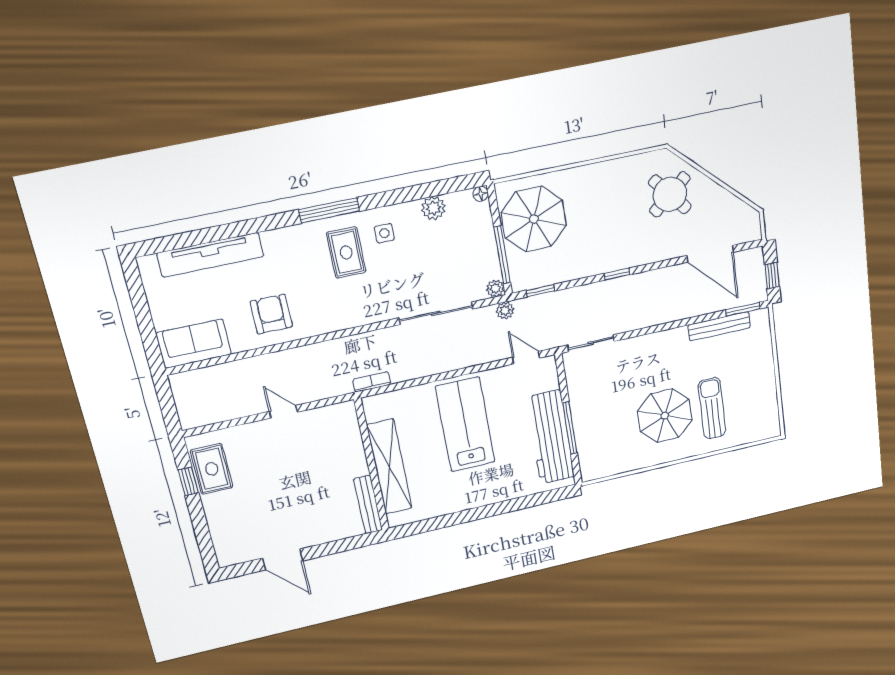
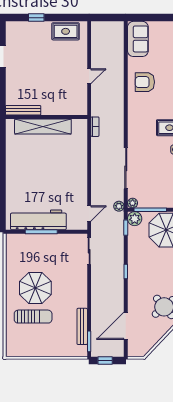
plant: (522, 279) -> (135, 219), added
armchair: (271, 314) -> (145, 82), turned 180
lab bench: (465, 424) -> (58, 173), removed
window: (188, 481) -> (36, 18), moved

